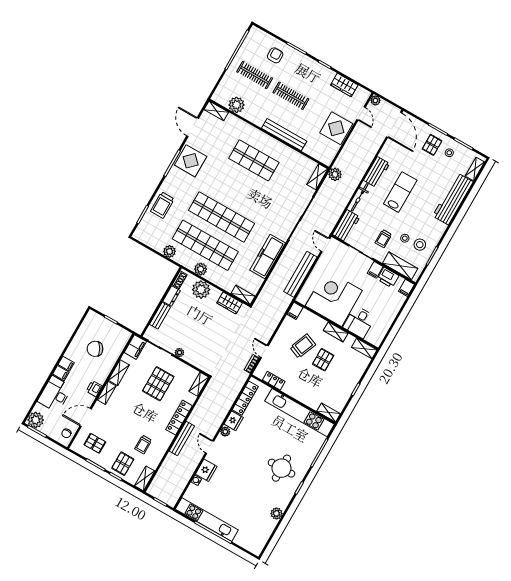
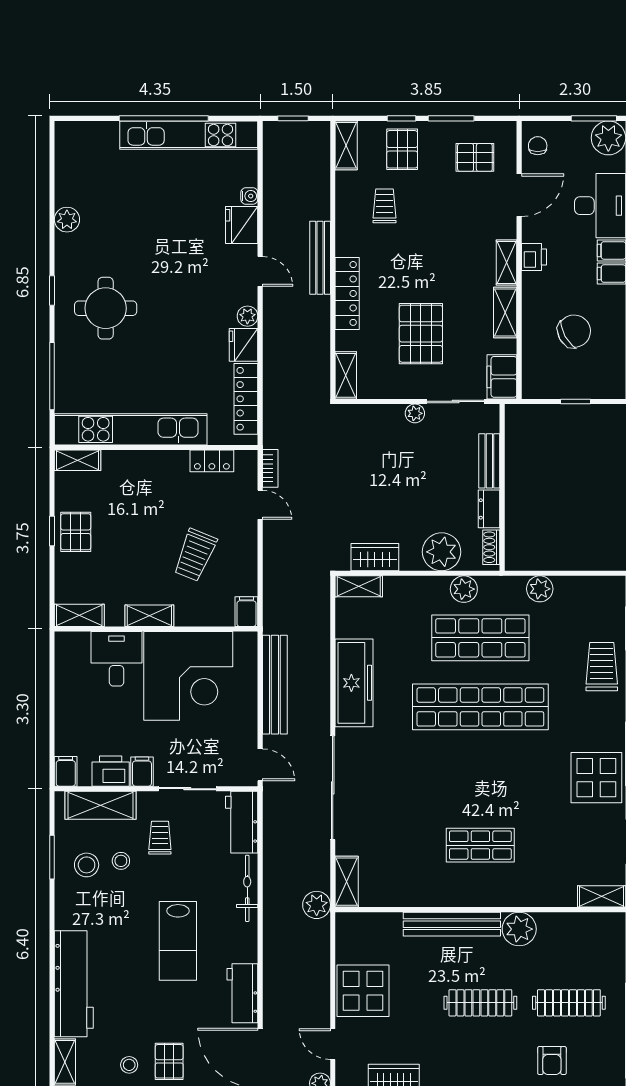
plant: (236, 105) -> (519, 929), moved
shop shelf: (254, 160) -> (480, 845), width x0.70, depth x0.74
workbench: (377, 172) -> (242, 993), moved
shop shelf: (205, 245) -> (480, 638), width x0.71
pallet: (323, 360) -> (76, 532), moved

